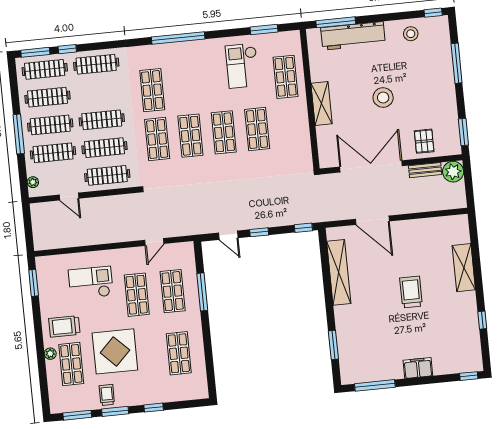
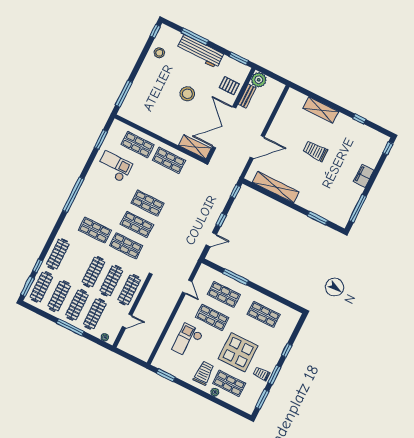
workbench: (353, 36) -> (200, 51), moved, turned 90
checkout: (242, 66) -> (114, 167), turned 180
shelving: (322, 103) -> (195, 147), moved
shop shelf: (257, 129) -> (169, 160), moved
trolley: (64, 326) -> (204, 373), turned 180

